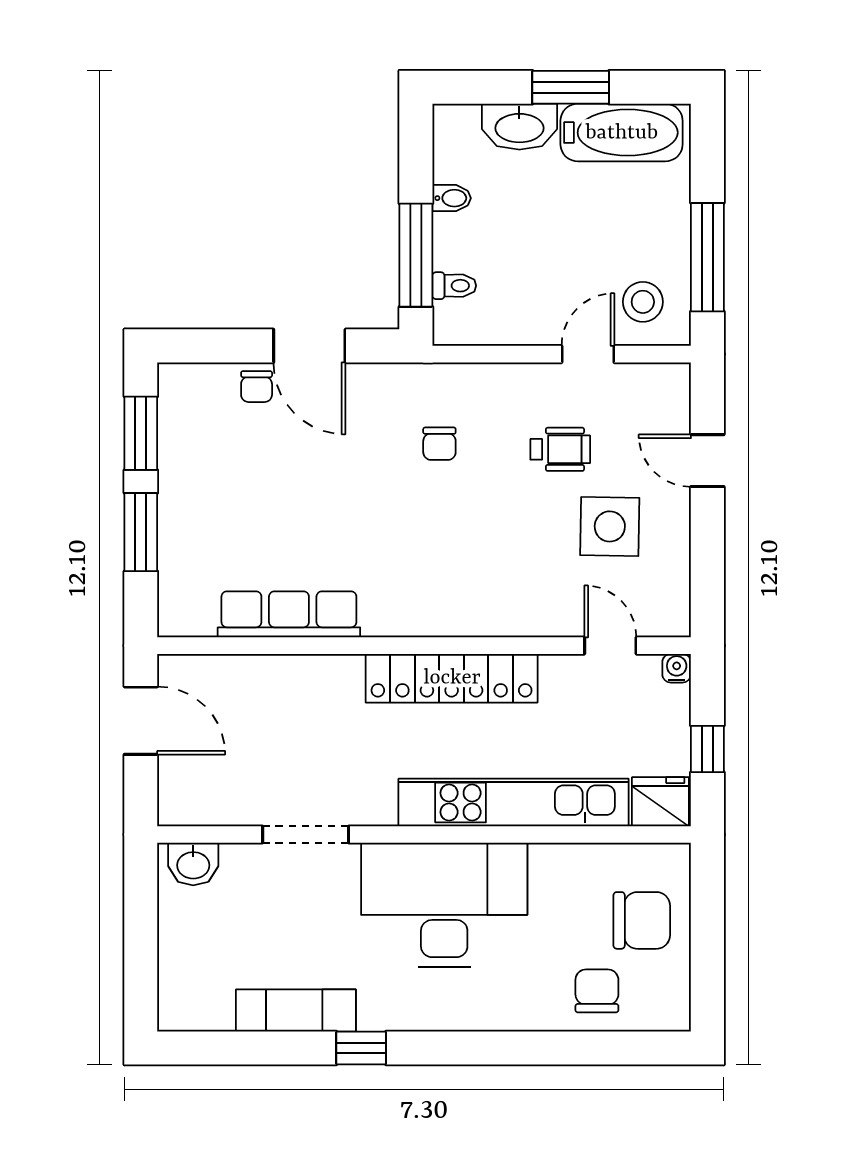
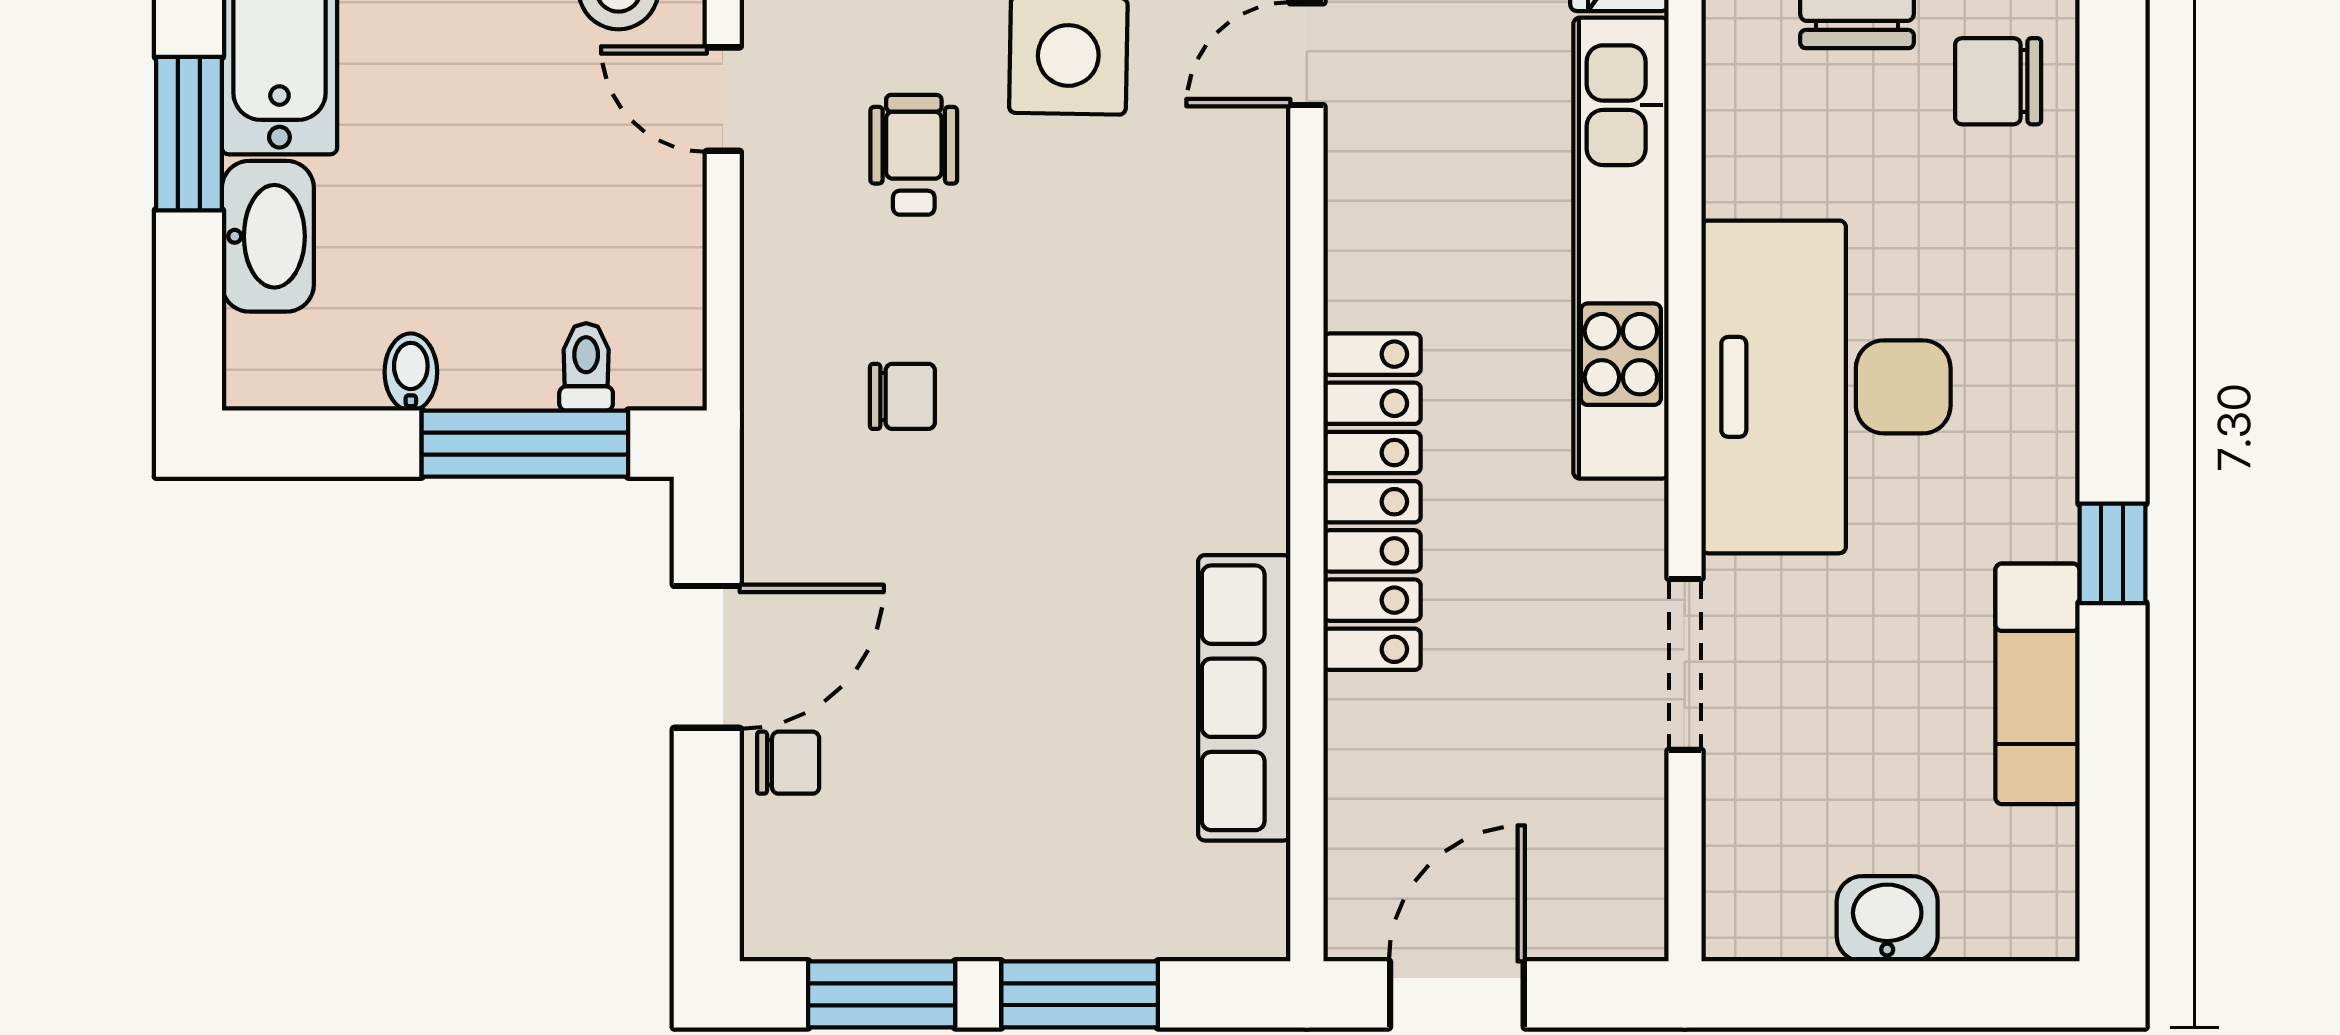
locker: (452, 678) -> (1372, 502), moved
washbasin: (193, 864) -> (1887, 919), moved, turned -90

